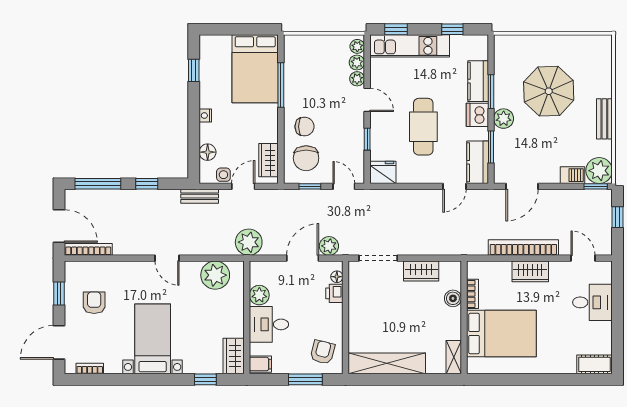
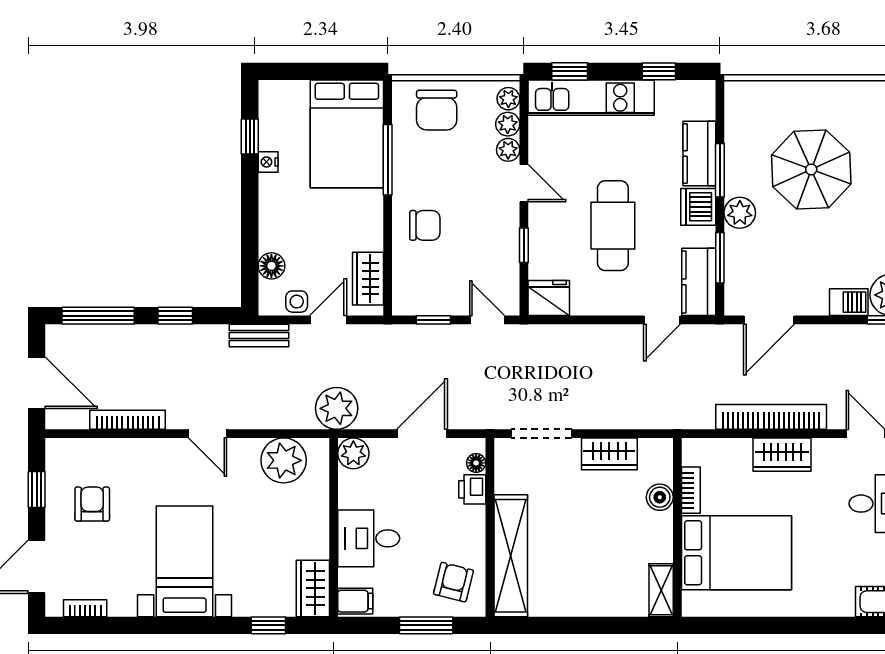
nightstand: (205, 116) -> (268, 162), moved
chair: (306, 158) -> (437, 110), moved
plant: (329, 246) -> (464, 414), removed
bookcase: (88, 249) -> (128, 420), moved
plant: (259, 295) -> (353, 453), moved
shelving: (387, 363) -> (511, 556), moved, turned 90

